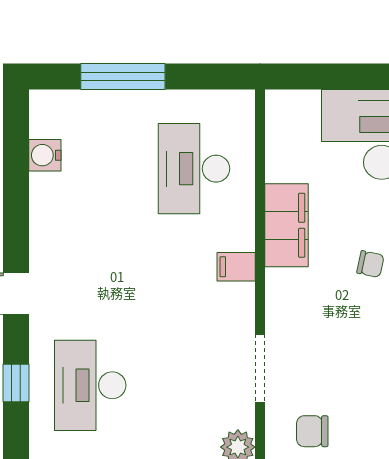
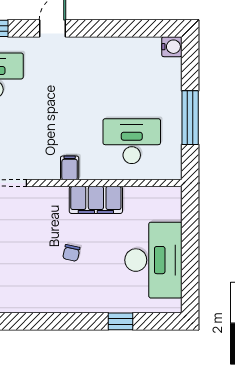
window: (123, 77) -> (190, 118), moved
water cooler: (45, 155) -> (172, 47), moved, turned 90

